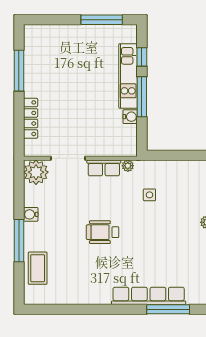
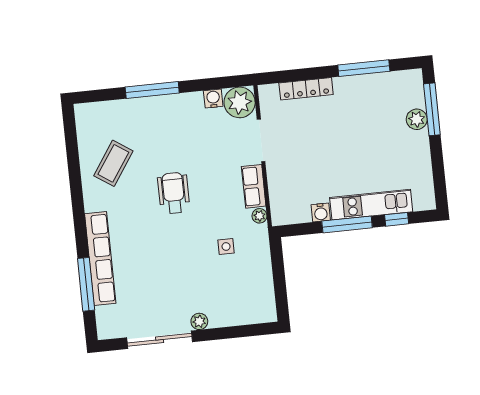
window: (102, 20) -> (432, 109), moved
plant: (64, 33) -> (417, 119), added
water cooler: (31, 214) -> (213, 98), moved
coffee table: (38, 268) -> (113, 163), moved, turned -56

